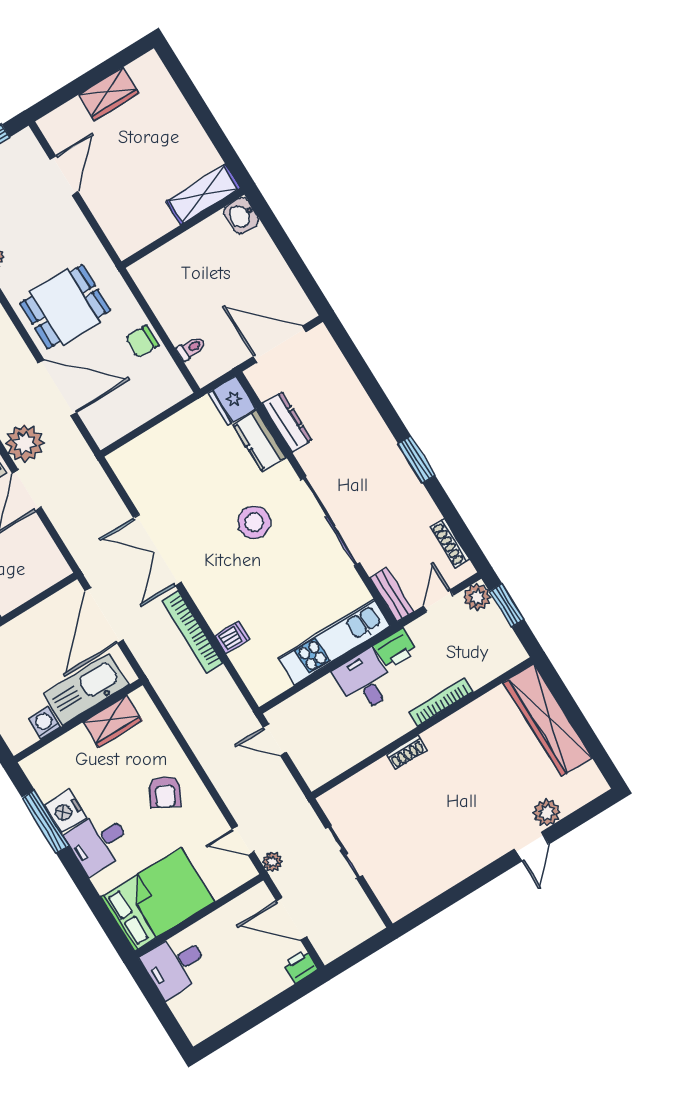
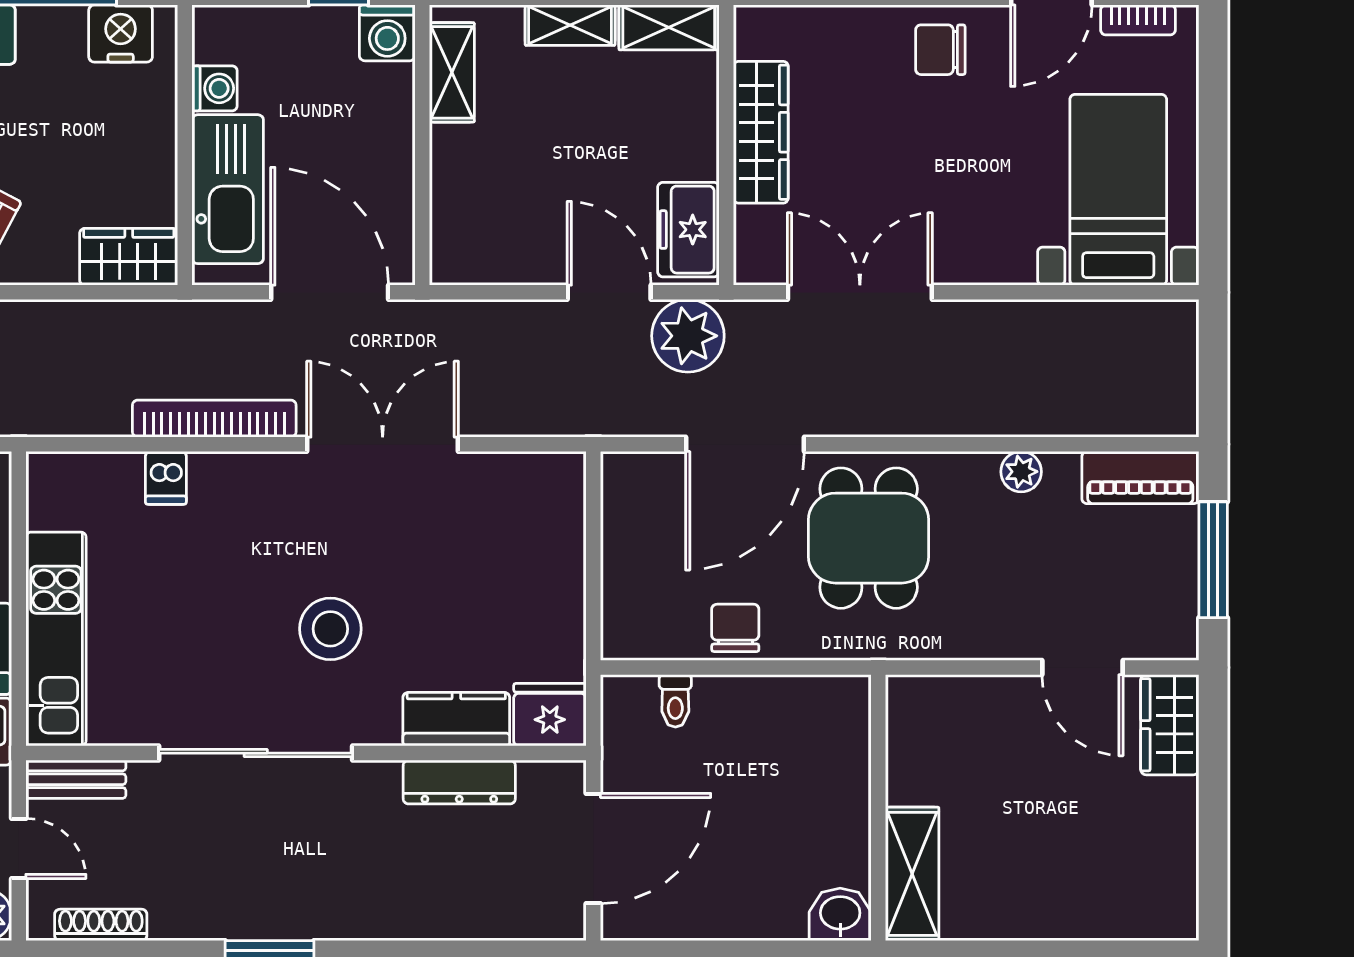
wardrobe: (109, 94) -> (1170, 725), moved
wardrobe: (113, 721) -> (129, 257), moved, turned 90
nightstand: (65, 811) -> (121, 34), moved

